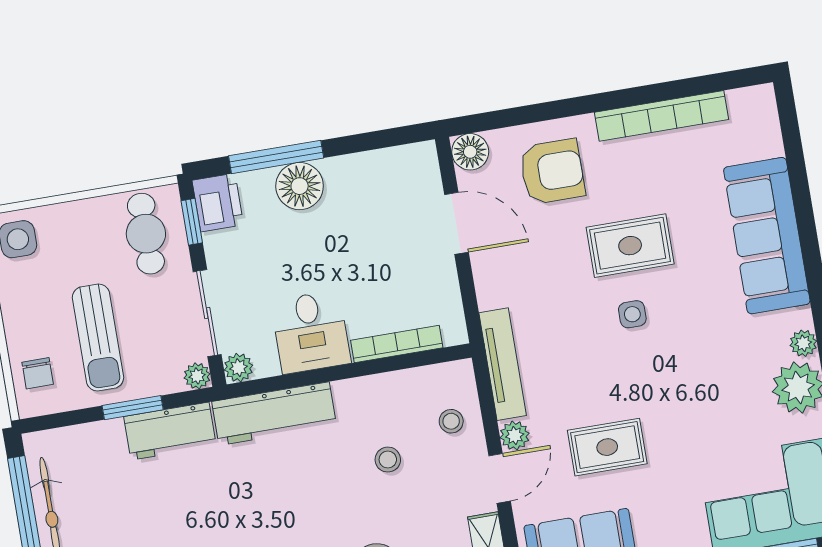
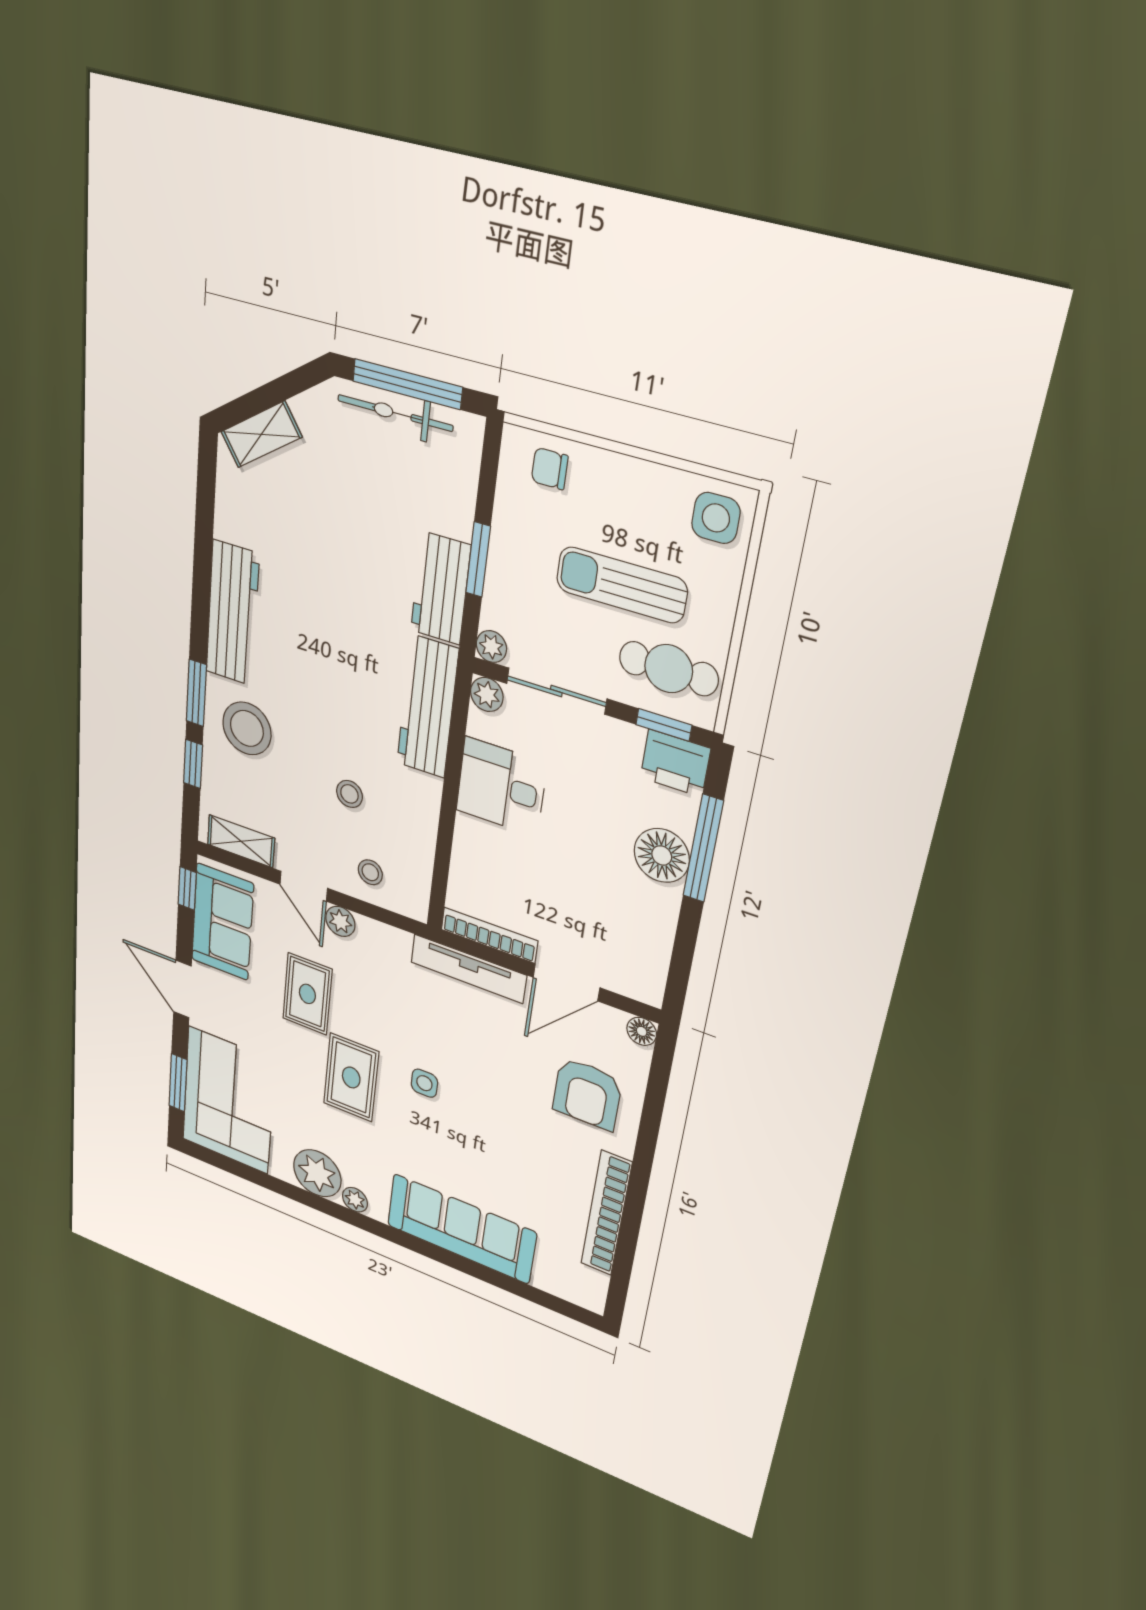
floor lamp: (470, 152) -> (642, 1031), width x0.73, depth x0.73
rug: (630, 246) -> (351, 1077), moved
sun lounger: (98, 338) -> (621, 585), moved
bookcase: (397, 344) -> (489, 935), moved, turned -90
tv unit: (503, 364) -> (468, 969), moved

